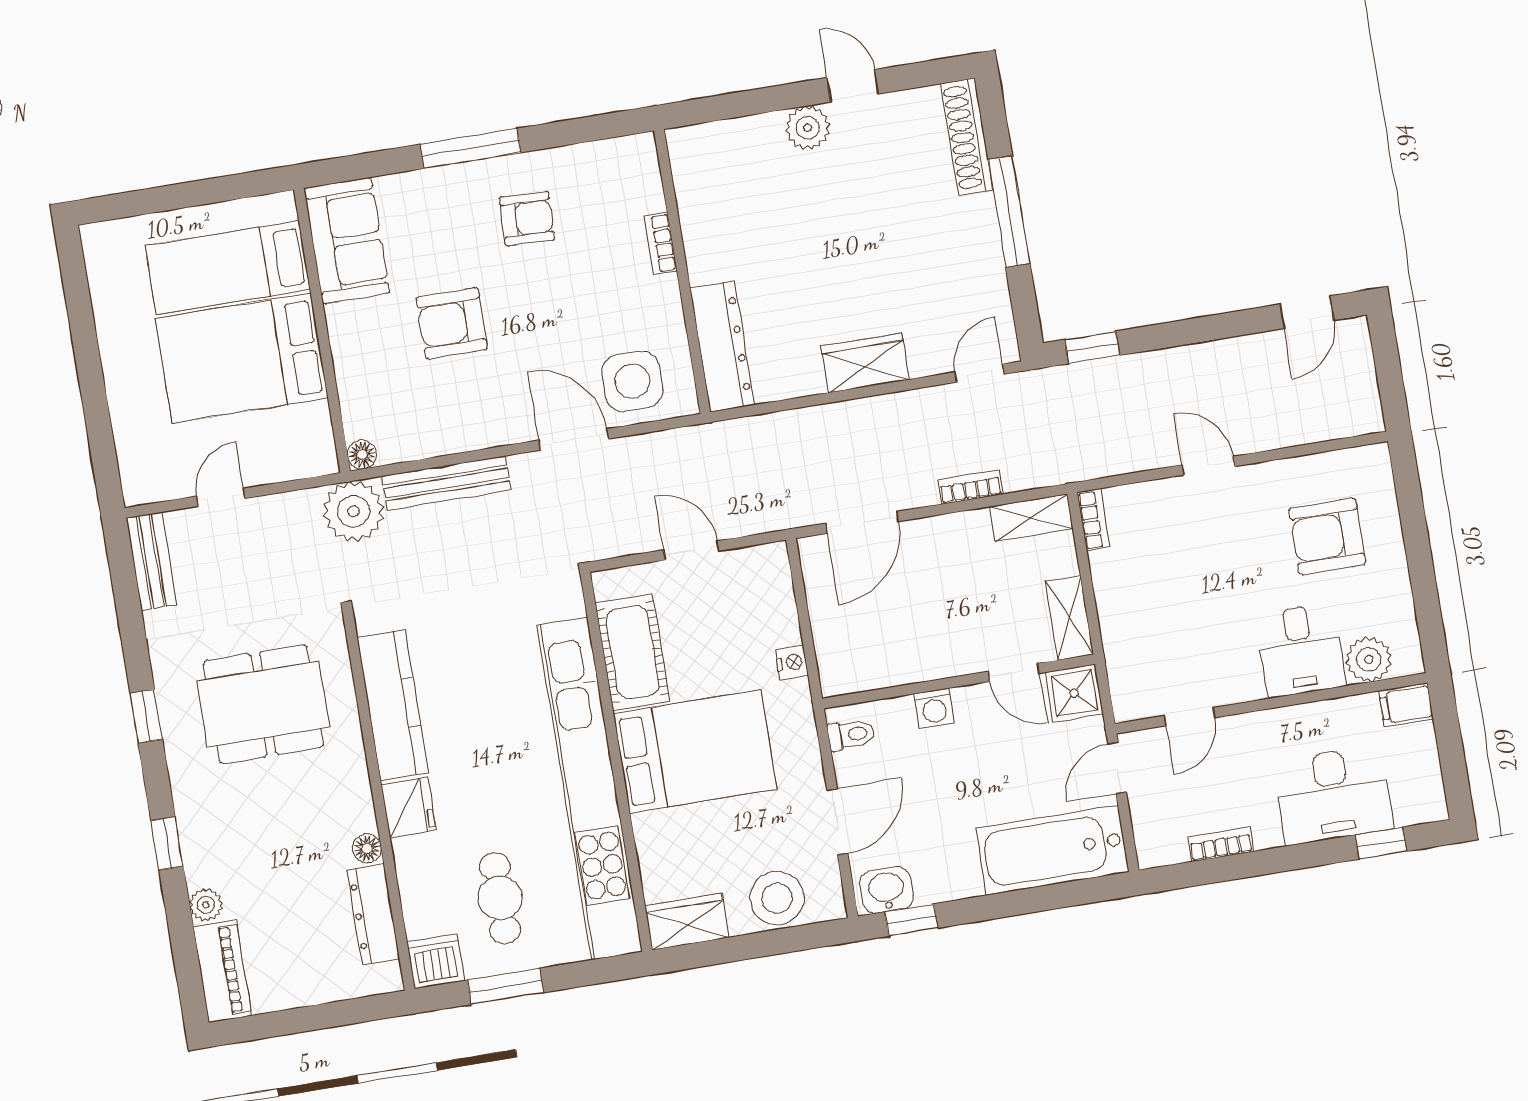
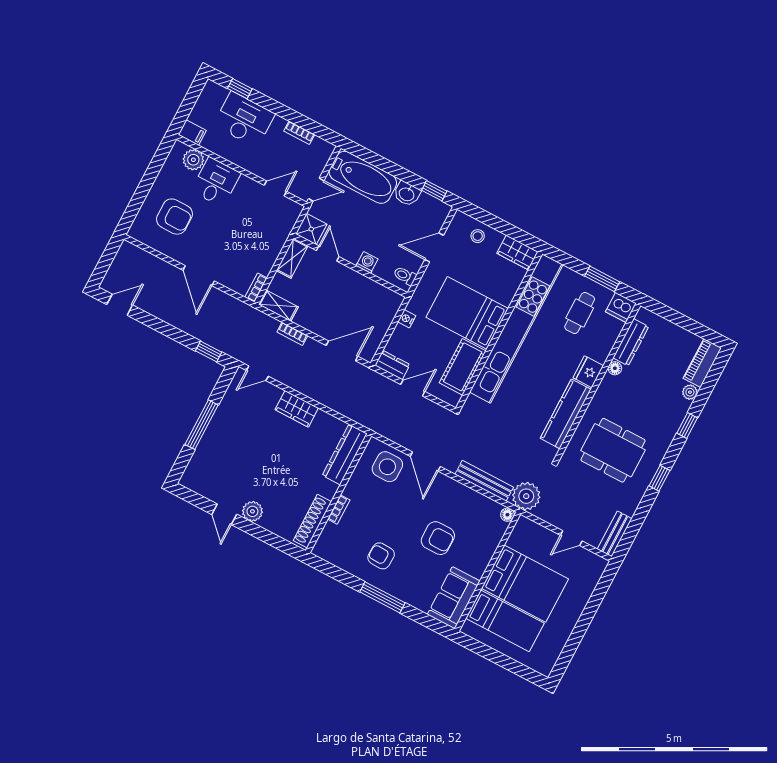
shoe rack: (967, 137) -> (312, 521), moved, turned 180
door: (1208, 466) -> (199, 276), width x1.38
door: (691, 550) -> (413, 388), swing flipped
dresser: (756, 564) -> (392, 365), added
washbasin: (886, 890) -> (407, 194), moved
stool: (777, 898) -> (478, 236), width x0.53, depth x0.53

